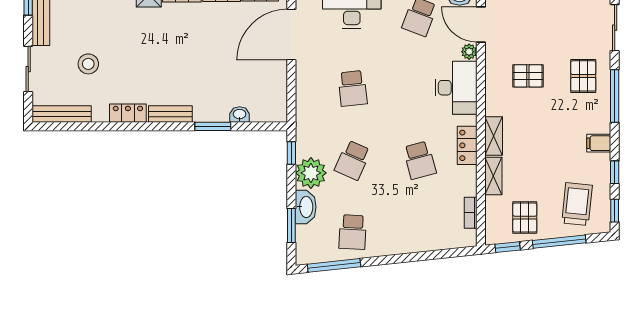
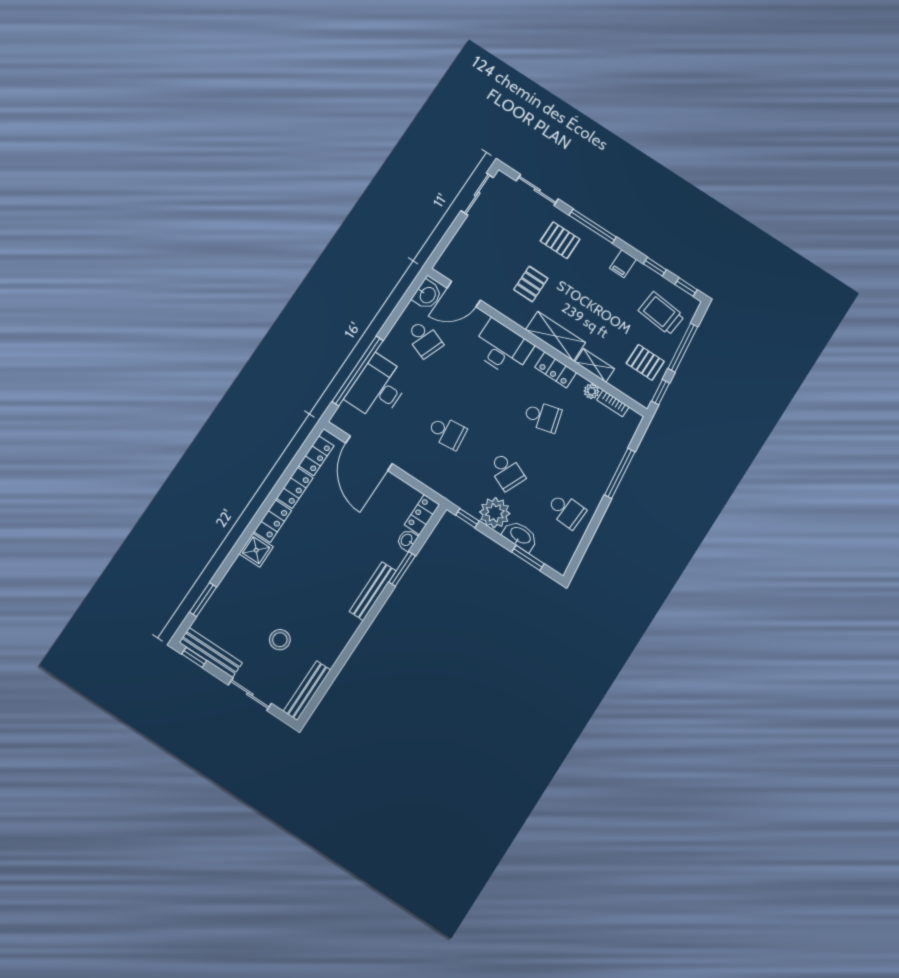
plant: (469, 52) -> (591, 391), moved
locker: (128, 113) -> (422, 515), moved
bench: (170, 114) -> (373, 591), width x1.36
shelving: (494, 136) -> (556, 336), width x1.50, depth x1.33
window: (334, 265) -> (620, 473), moved

